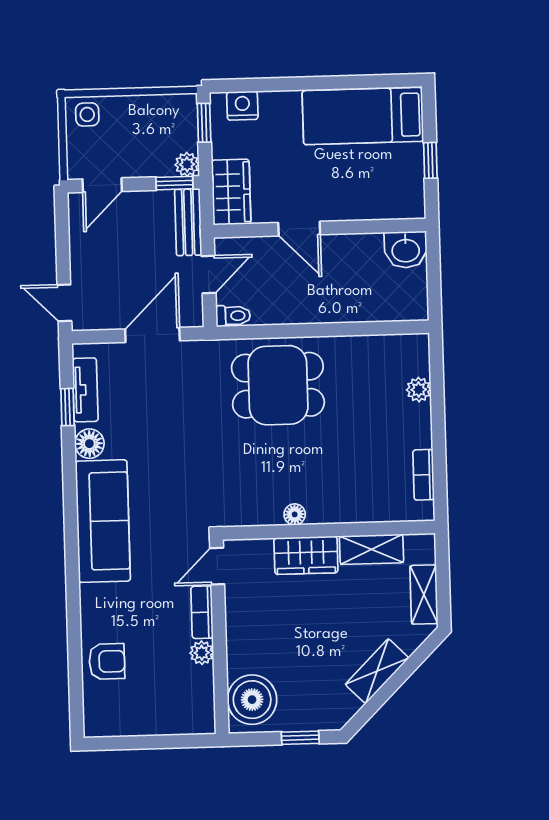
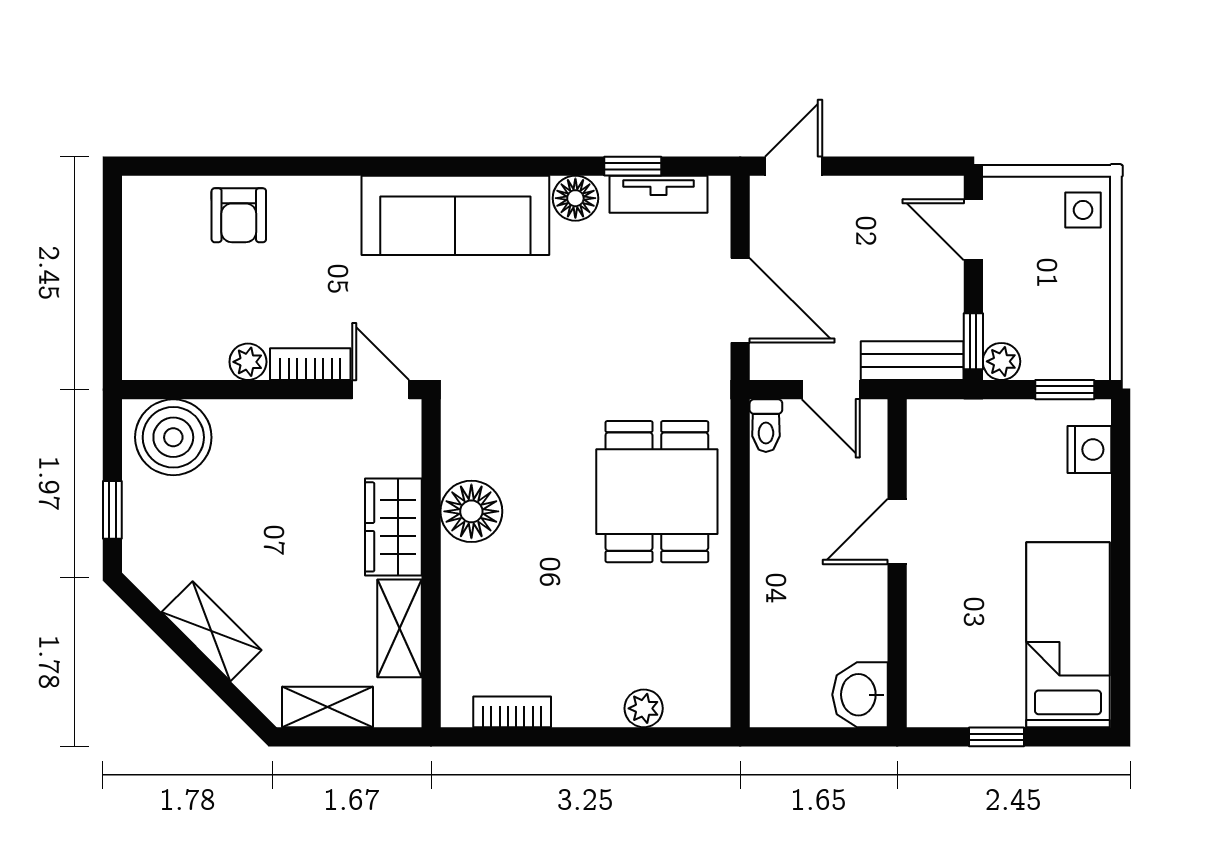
wardrobe: (231, 192) -> (957, 428), removed
floor lamp: (295, 514) -> (471, 511), width x1.89, depth x1.89

